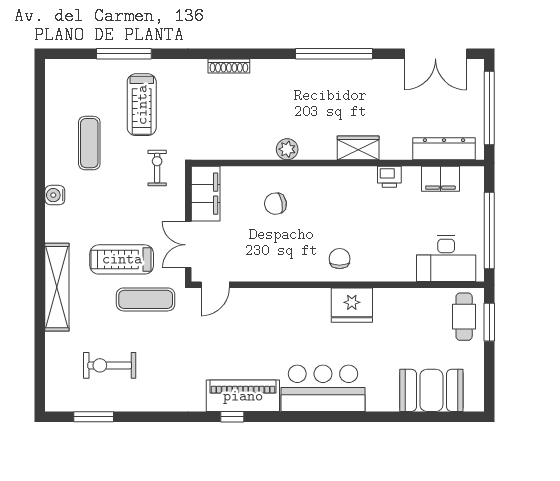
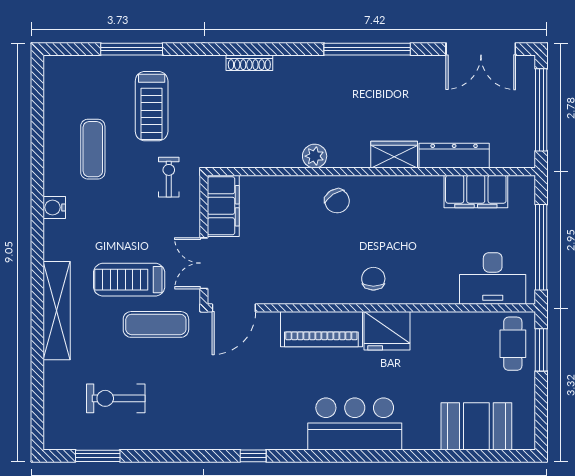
dresser: (444, 149) -> (454, 156), moved
printer: (389, 177) -> (429, 187), removed
filing cabinet: (440, 179) -> (476, 192), width x1.50, depth x1.17
chair: (275, 204) -> (337, 201), moved, turned -113
door: (215, 285) -> (234, 308), width x1.38
piano: (243, 396) -> (321, 329), moved, turned 180

